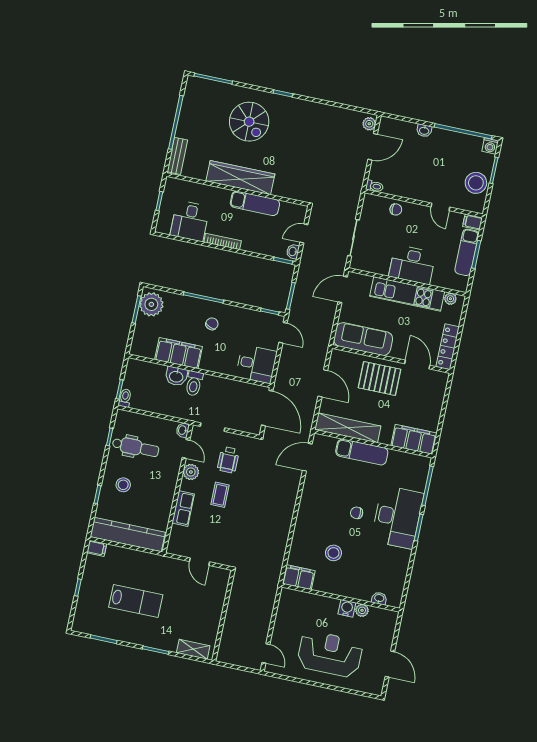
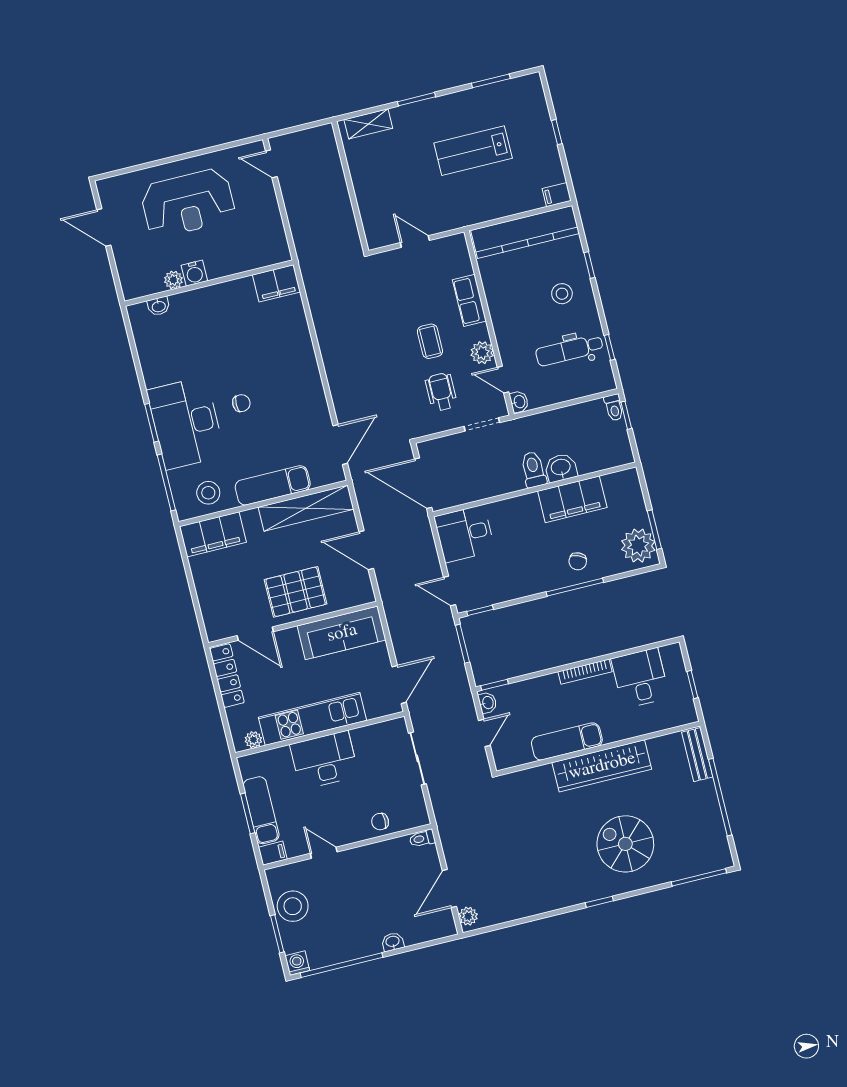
chair: (212, 324) -> (578, 561), moved
stool: (333, 553) -> (208, 493), moved

